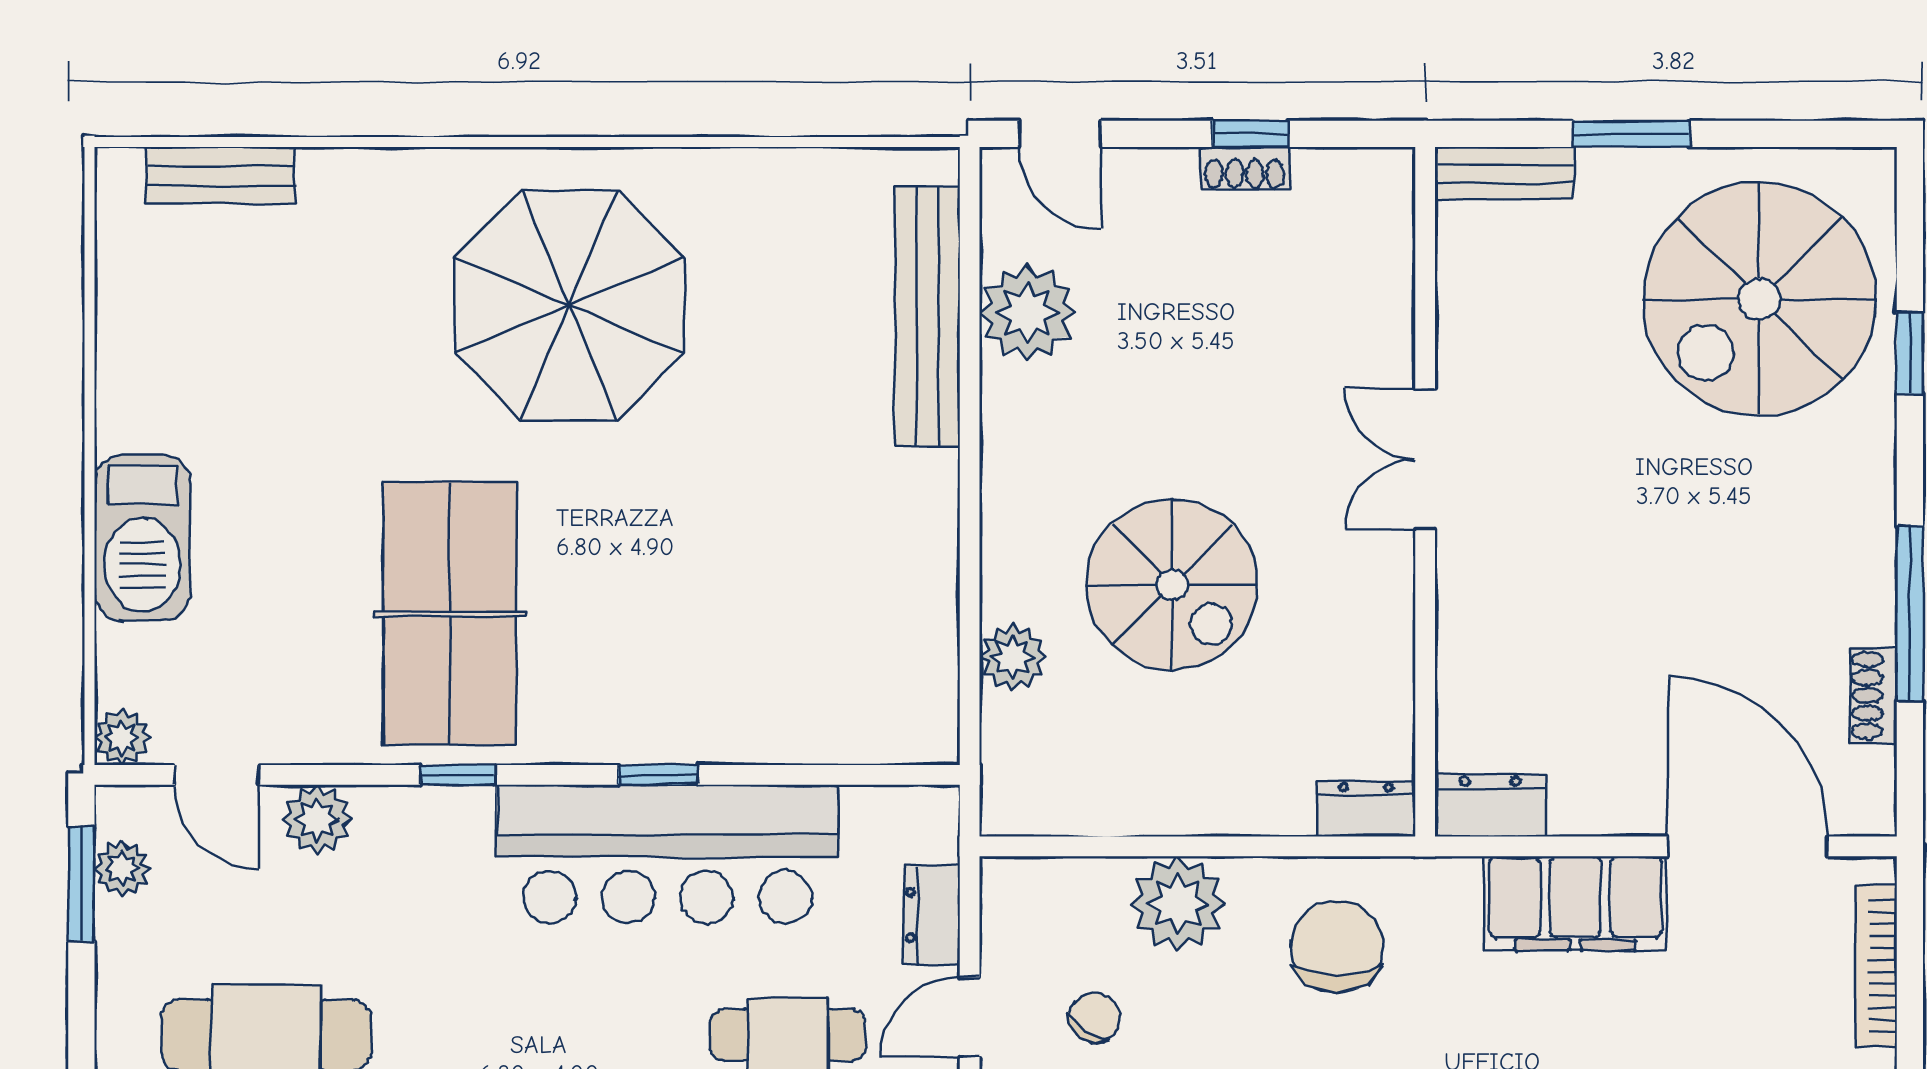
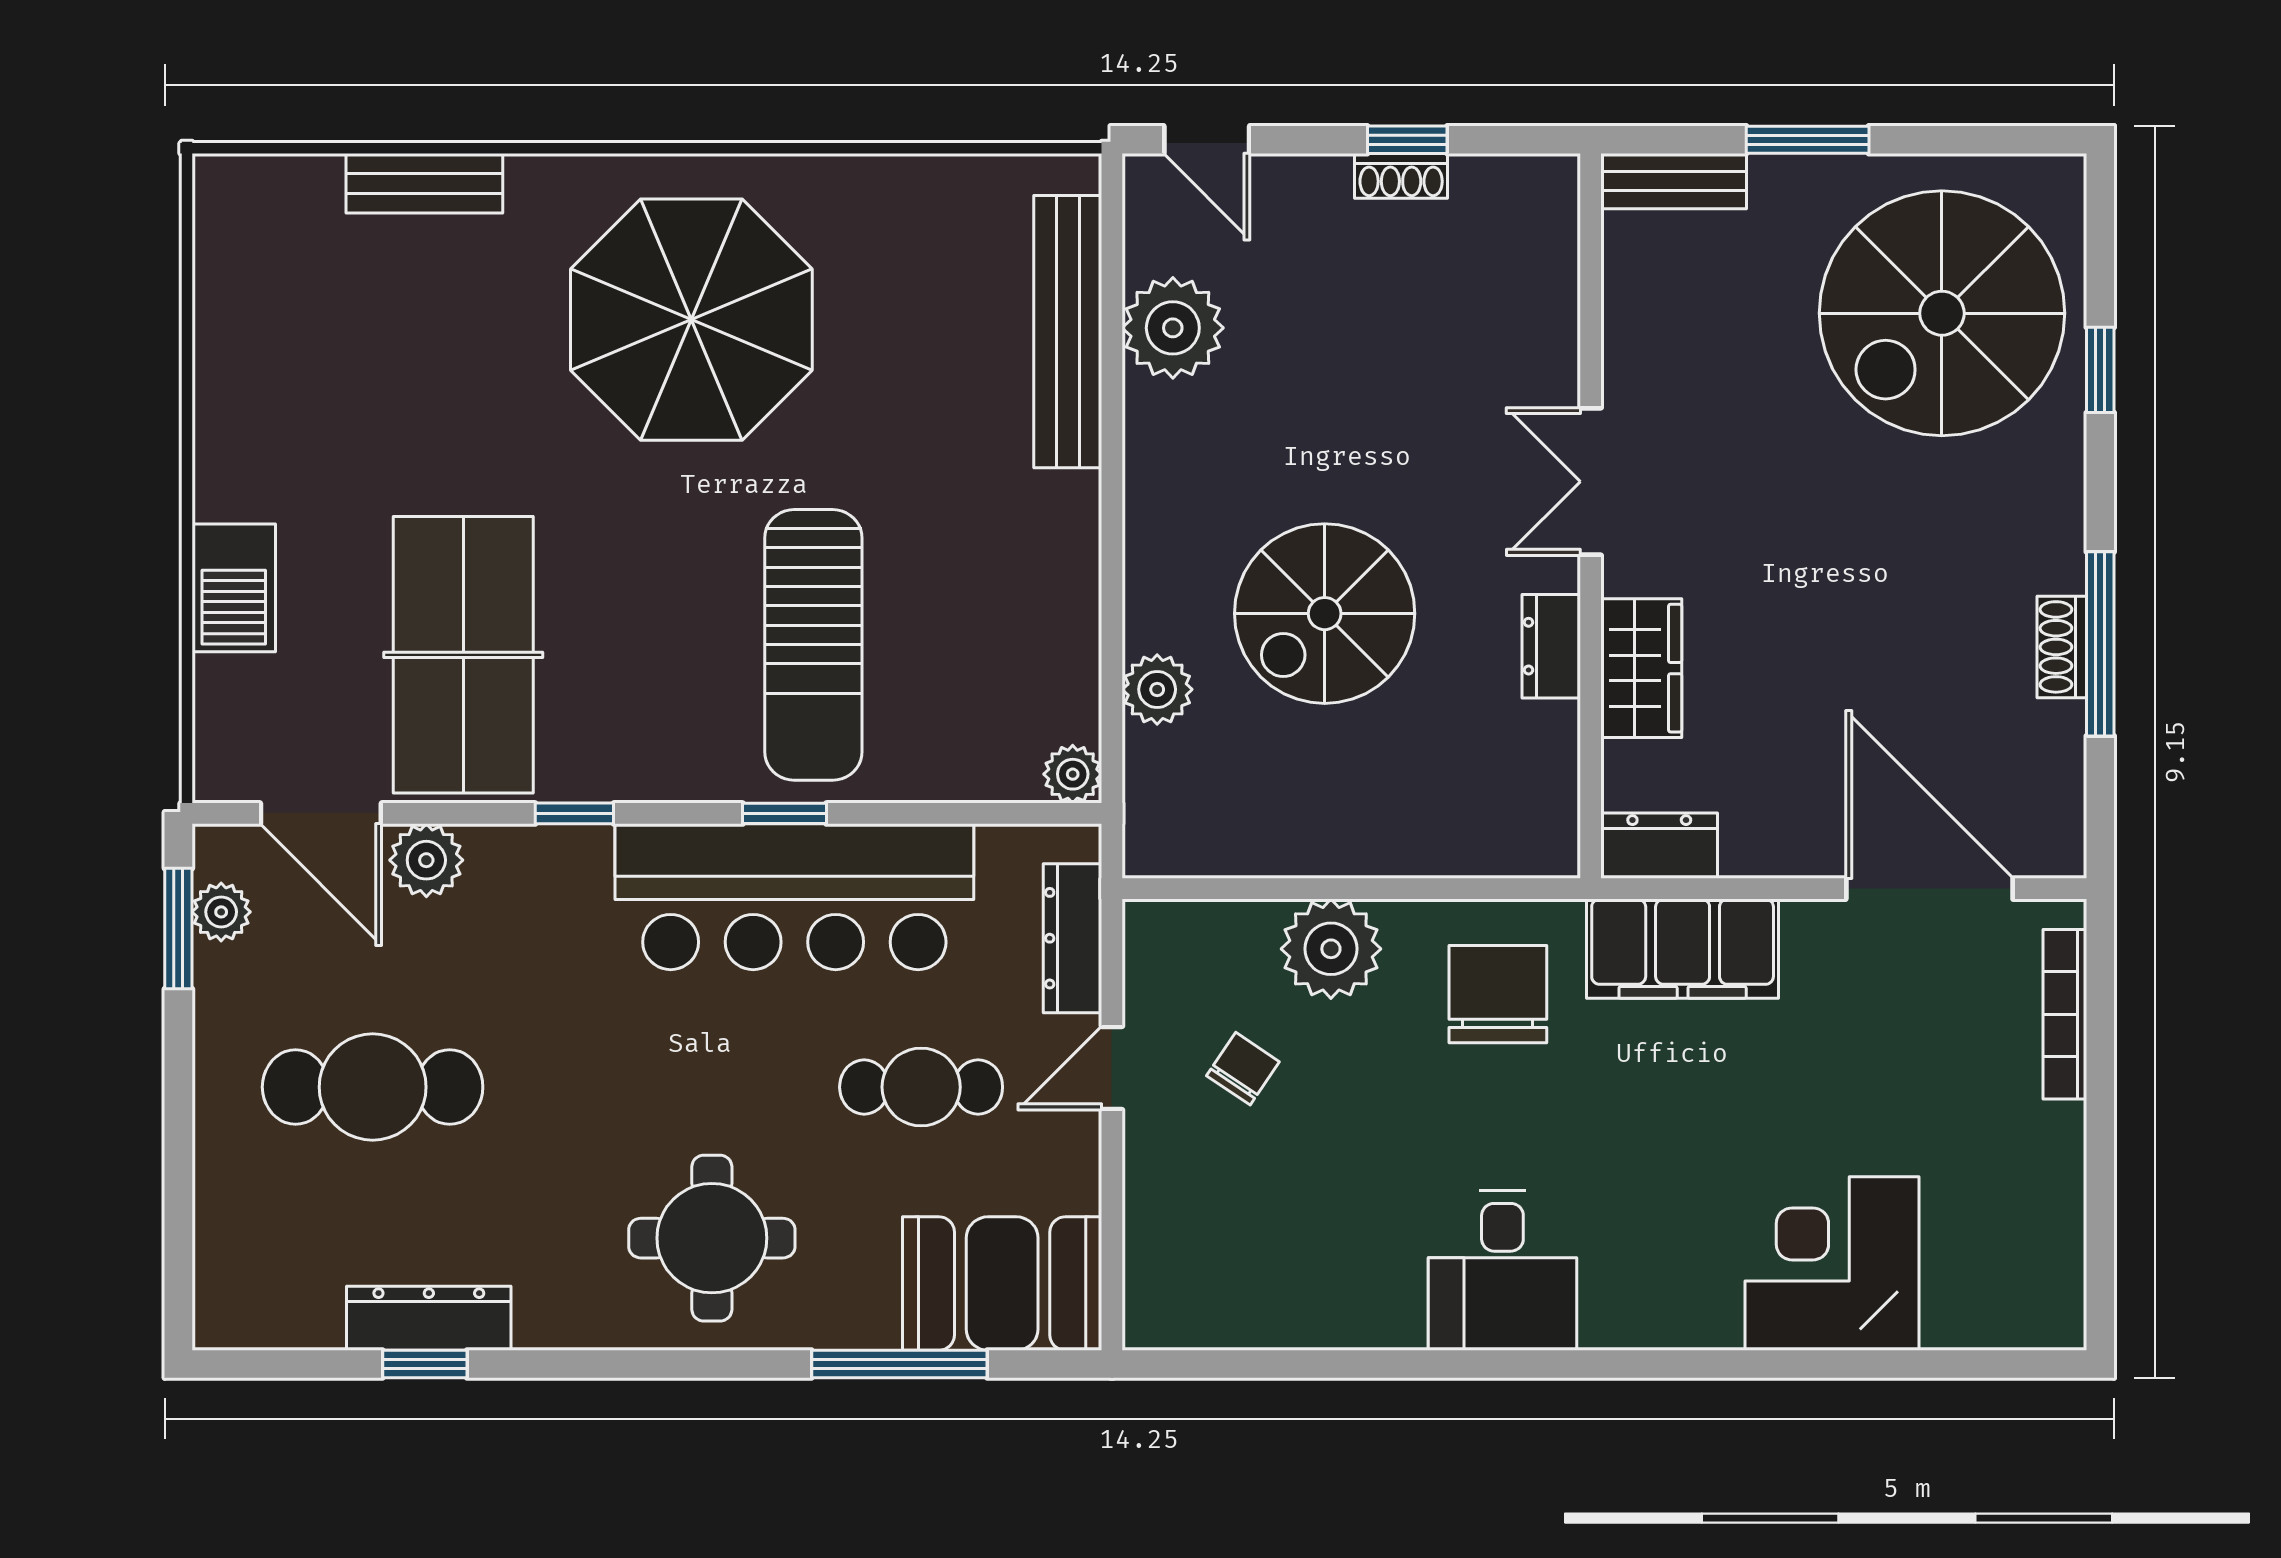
bench: (220, 175) -> (424, 183), moved
barbecue: (142, 538) -> (234, 588), width x0.73, depth x0.83
spiral stairs: (1172, 585) -> (1325, 614), turned 90
table tennis table: (450, 614) -> (463, 655), moved
sun lounger: (686, 614) -> (813, 645), added
wardrobe: (1473, 637) -> (1641, 668), added
shoe rack: (1873, 695) -> (2062, 647), moved
plant: (122, 737) -> (1073, 774), moved
door: (217, 775) -> (321, 813), width x1.38
dresser: (1366, 809) -> (1551, 646), moved, turned -90
filing cabinet: (1575, 903) -> (1683, 949), moved
dresser: (932, 915) -> (1072, 938), width x1.44

